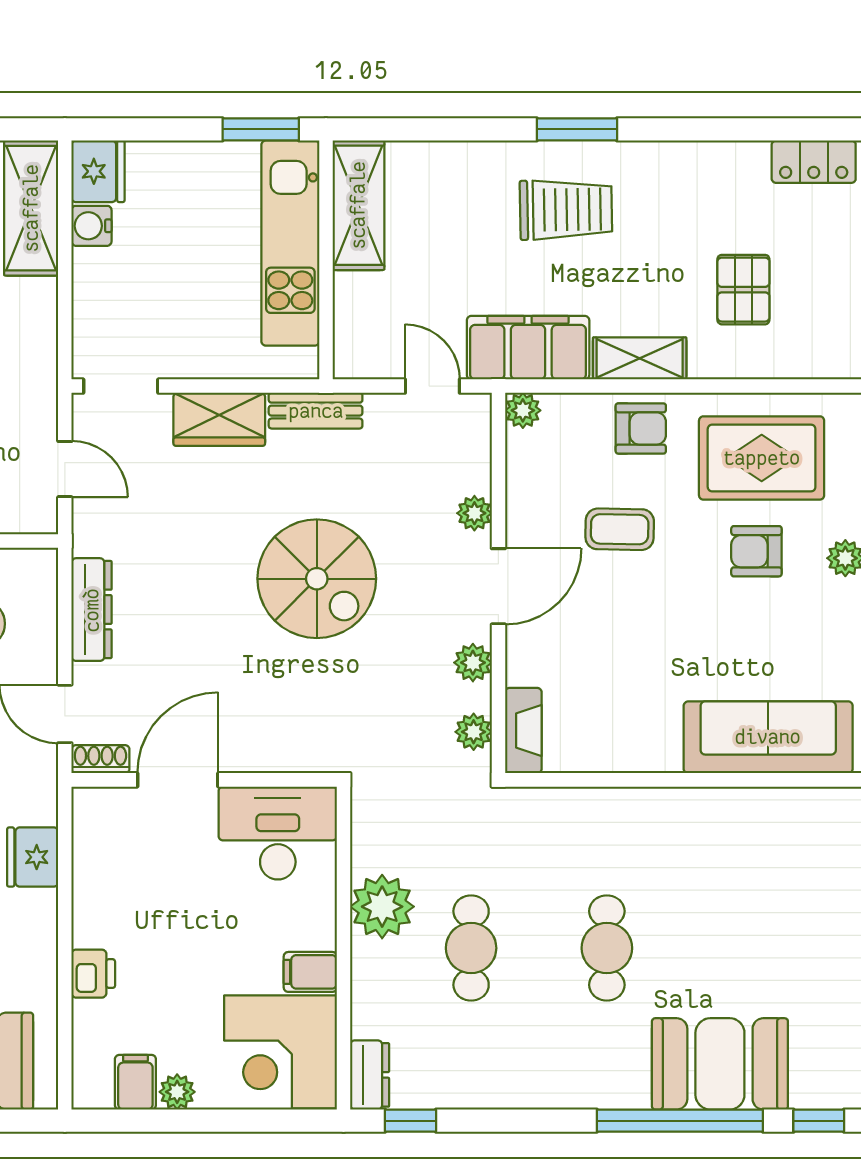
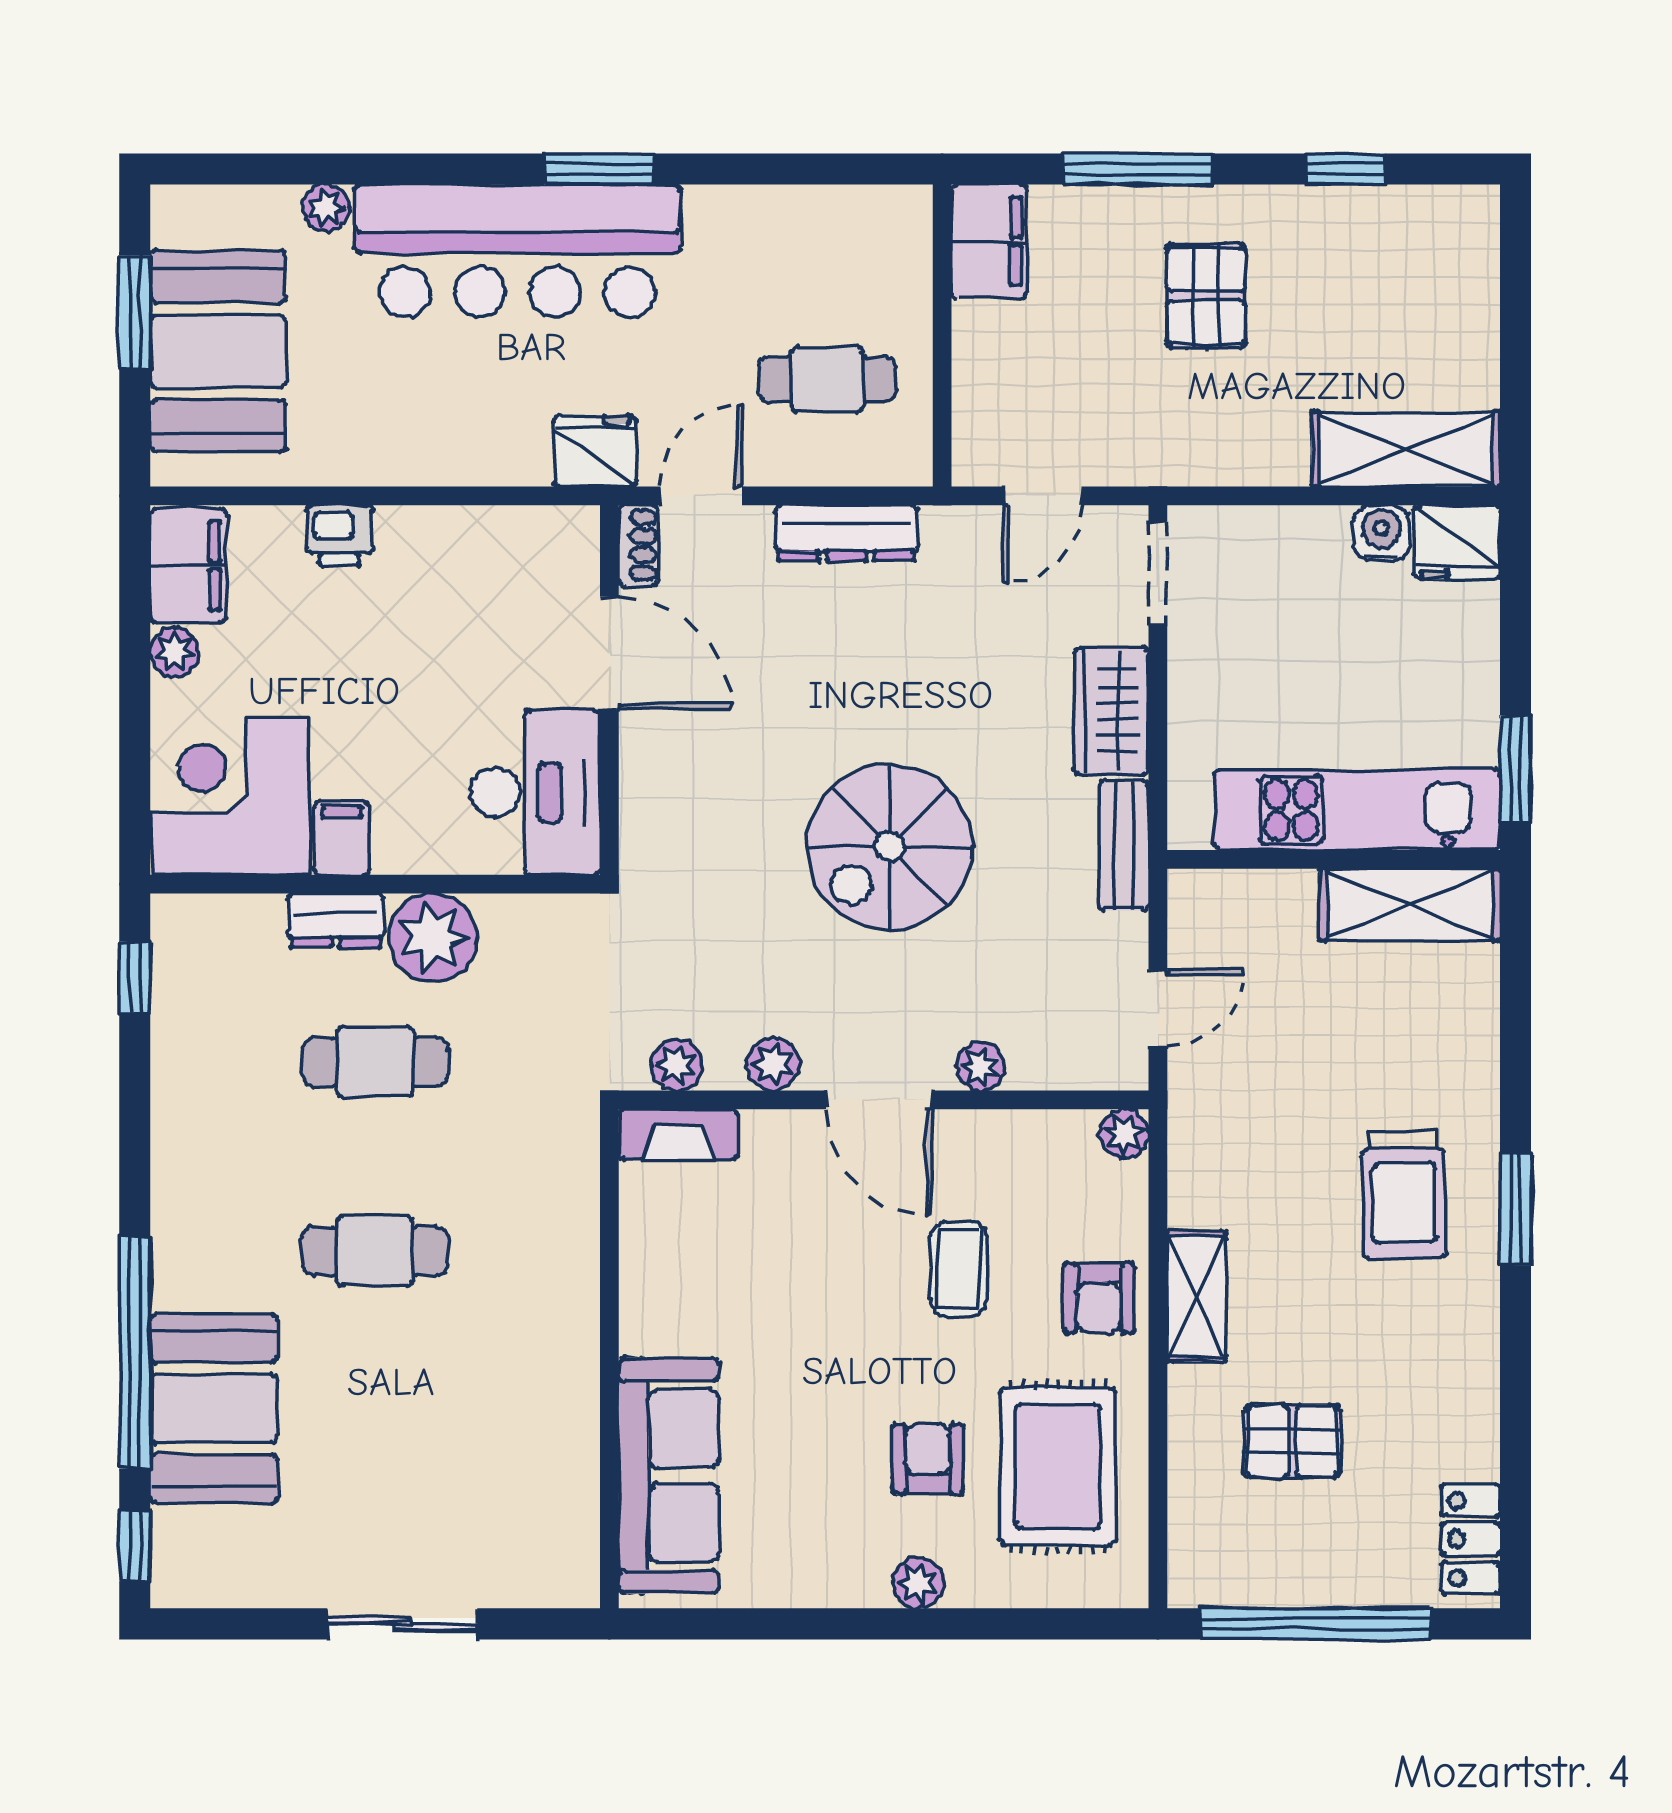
filing cabinet: (528, 348) -> (1211, 1141), removed
fridge: (33, 857) -> (595, 451), moved
dresser: (370, 1075) -> (335, 920), moved
filing cabinet: (135, 1082) -> (188, 566), width x2.00

